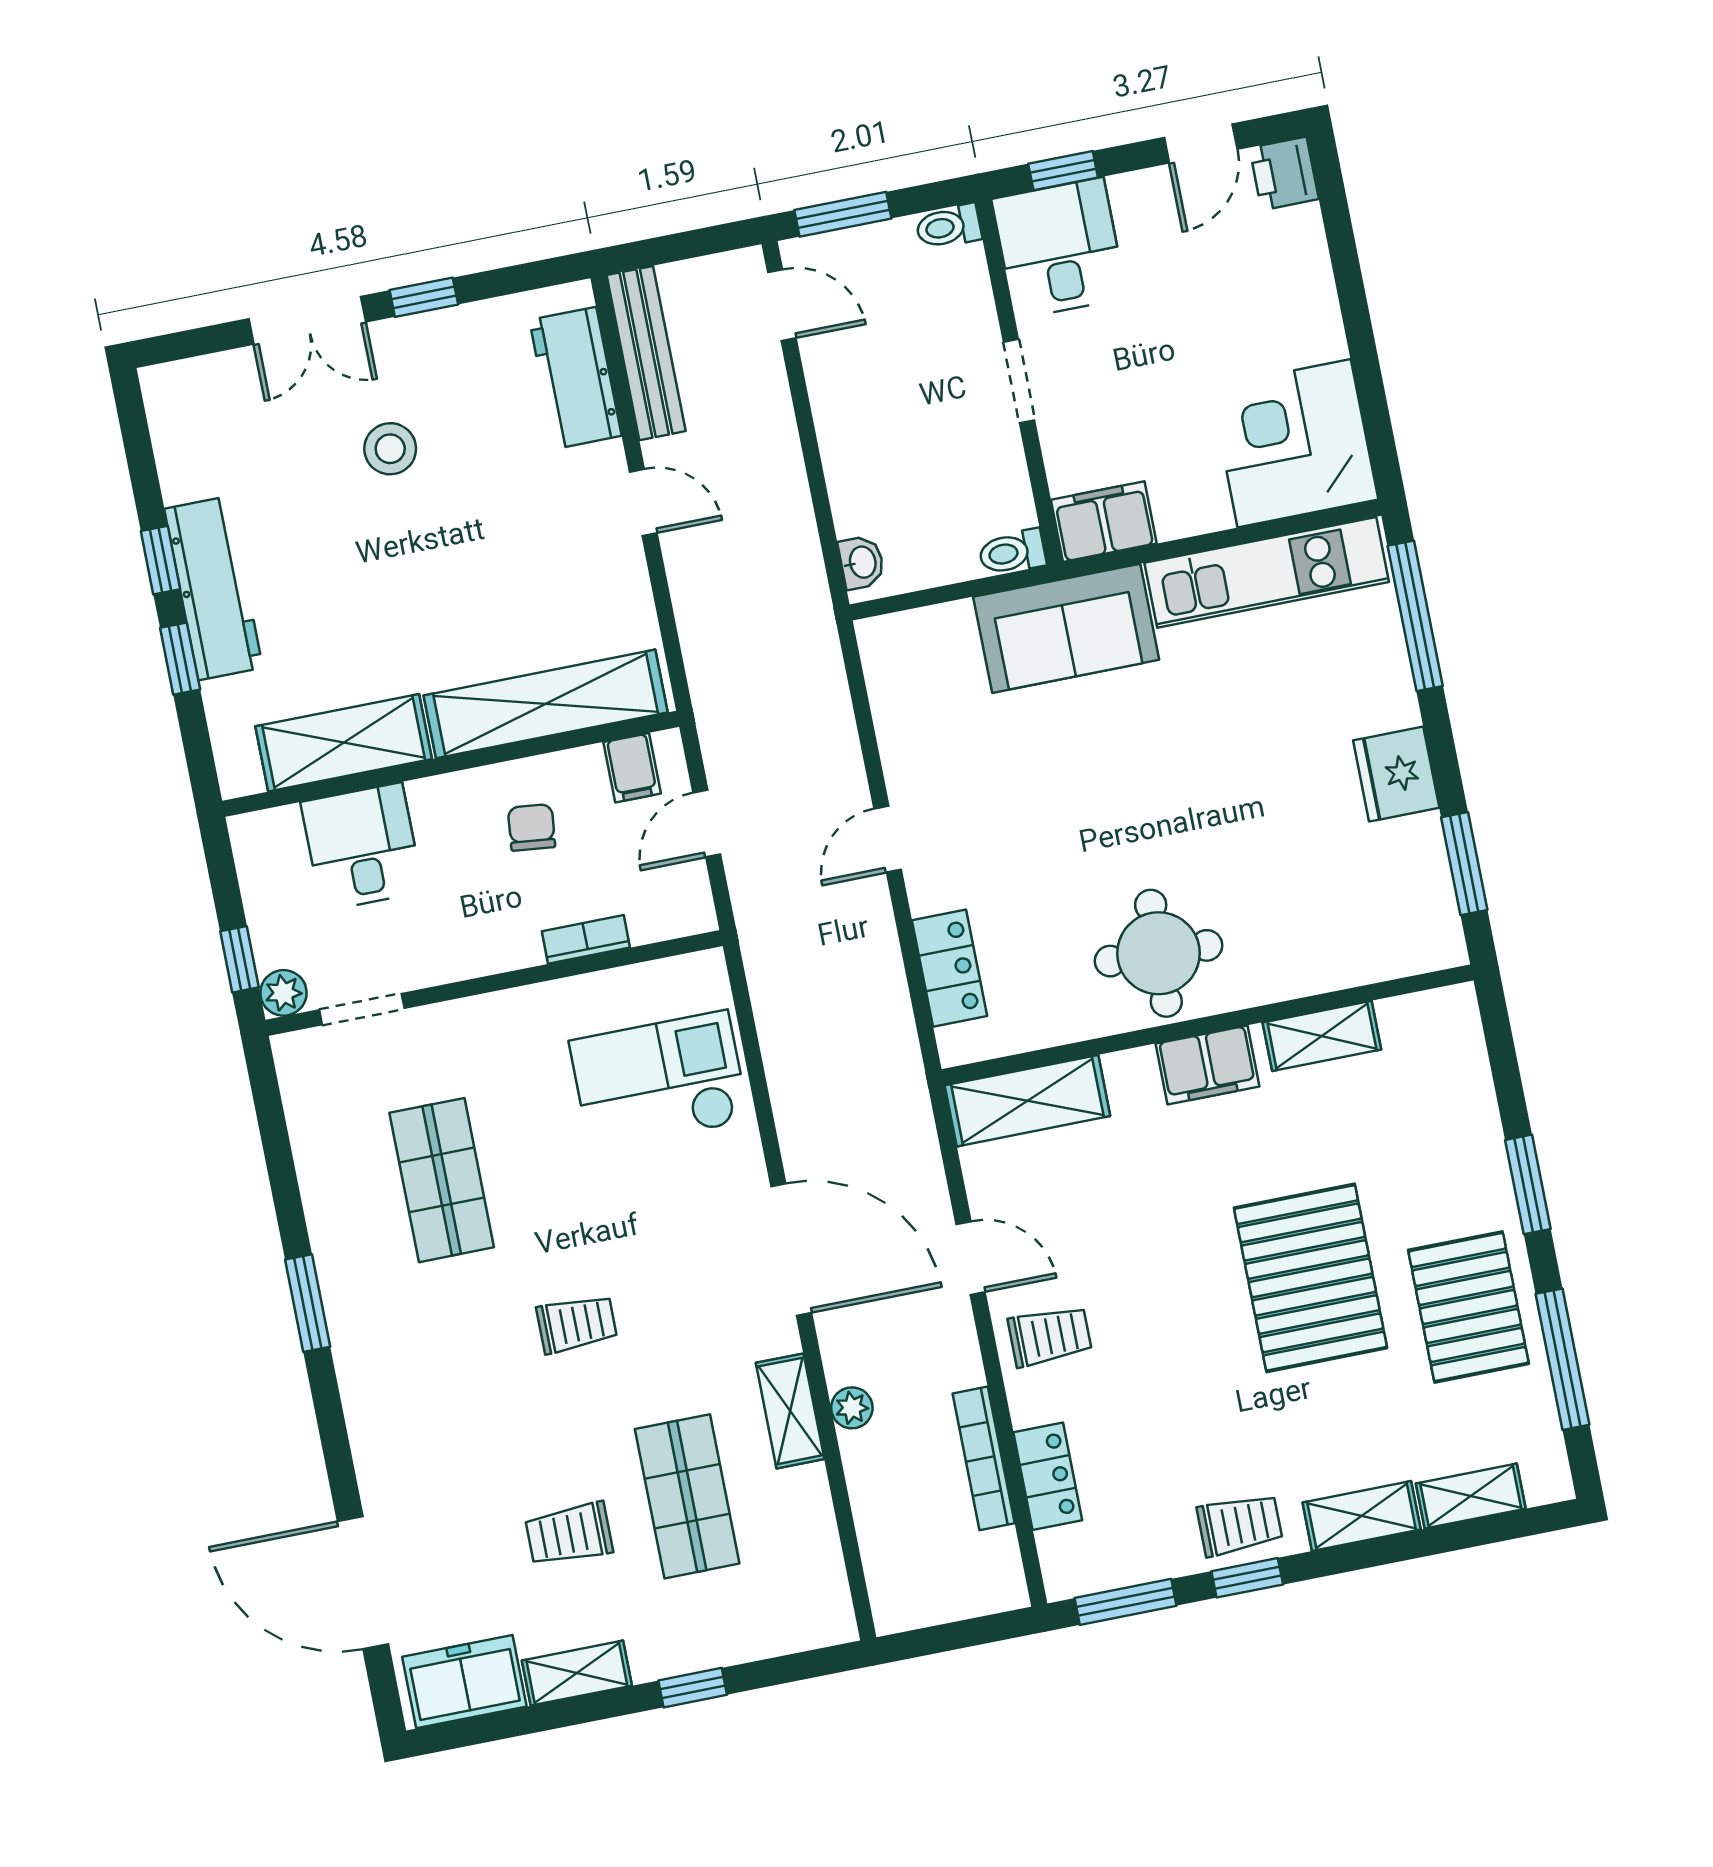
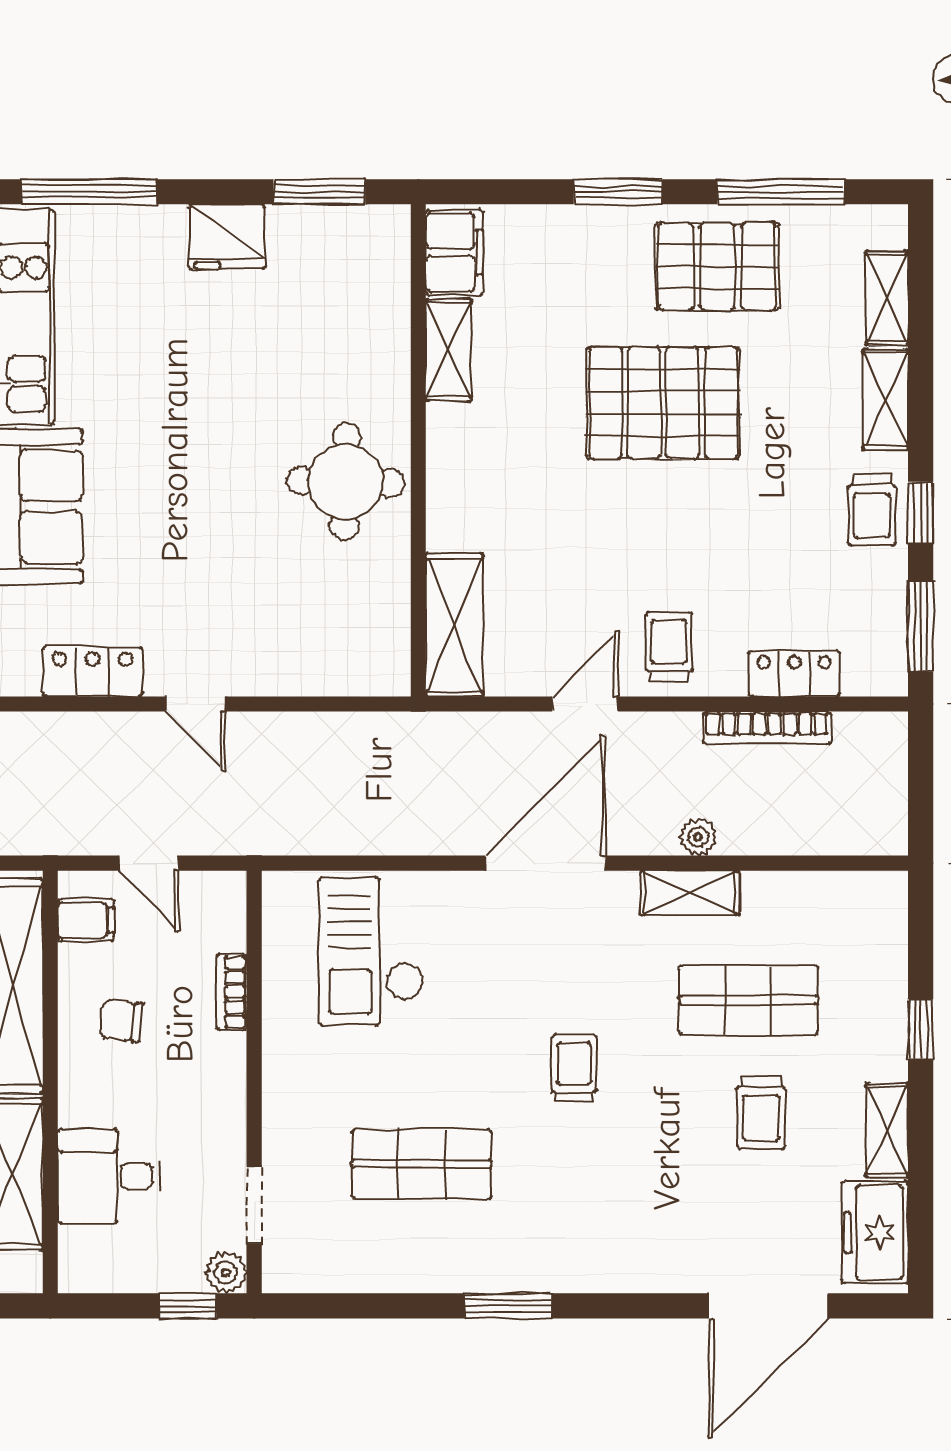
locker: (949, 968) -> (93, 671), moved
filing cabinet: (1207, 1065) -> (454, 252), moved
trolley: (1240, 1525) -> (872, 510), turned 180

